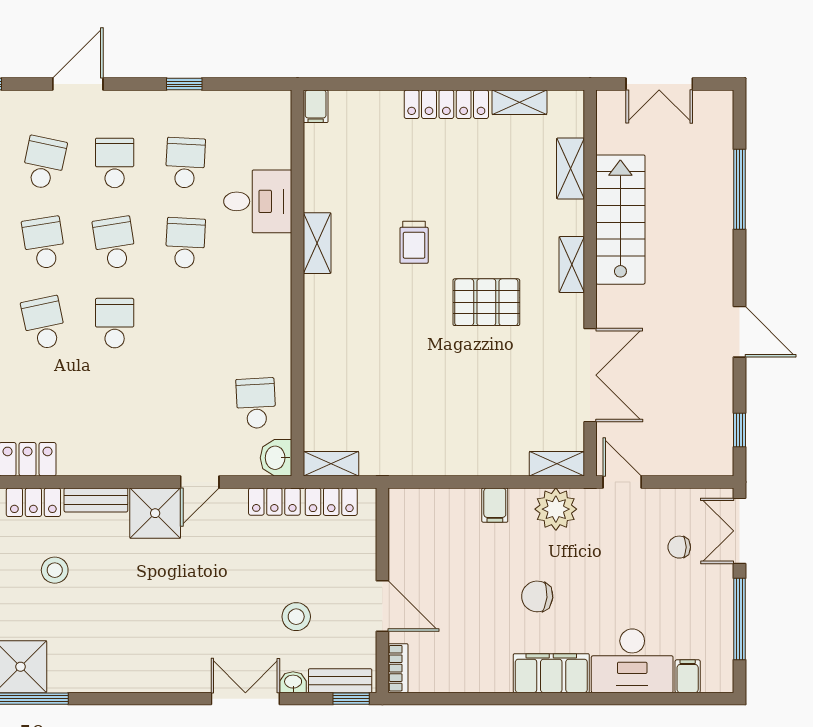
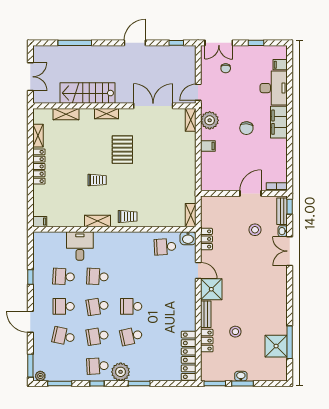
trolley: (328, 315) -> (128, 216), added
locker: (331, 502) -> (207, 215), removed
window: (739, 619) -> (256, 43), width x0.46

